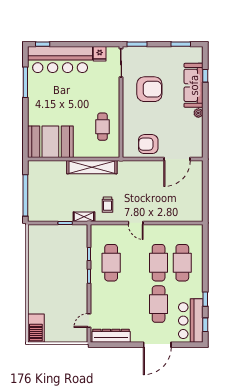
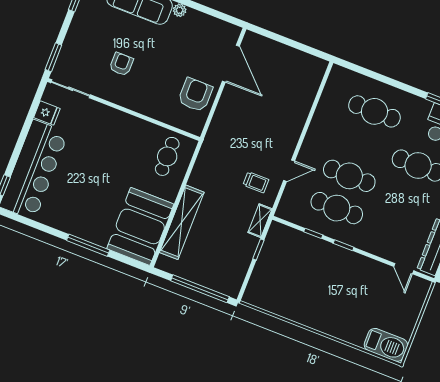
window: (25, 82) -> (88, 245), moved
armchair: (149, 89) -> (121, 64), width x0.53, depth x0.53
cafe table: (102, 127) -> (167, 156), moved, turned 90
armchair: (148, 144) -> (195, 95), turned 180
shelving: (92, 167) -> (182, 222), moved
door: (136, 223) -> (289, 171), moved
cafe table: (159, 263) -> (349, 176), moved

